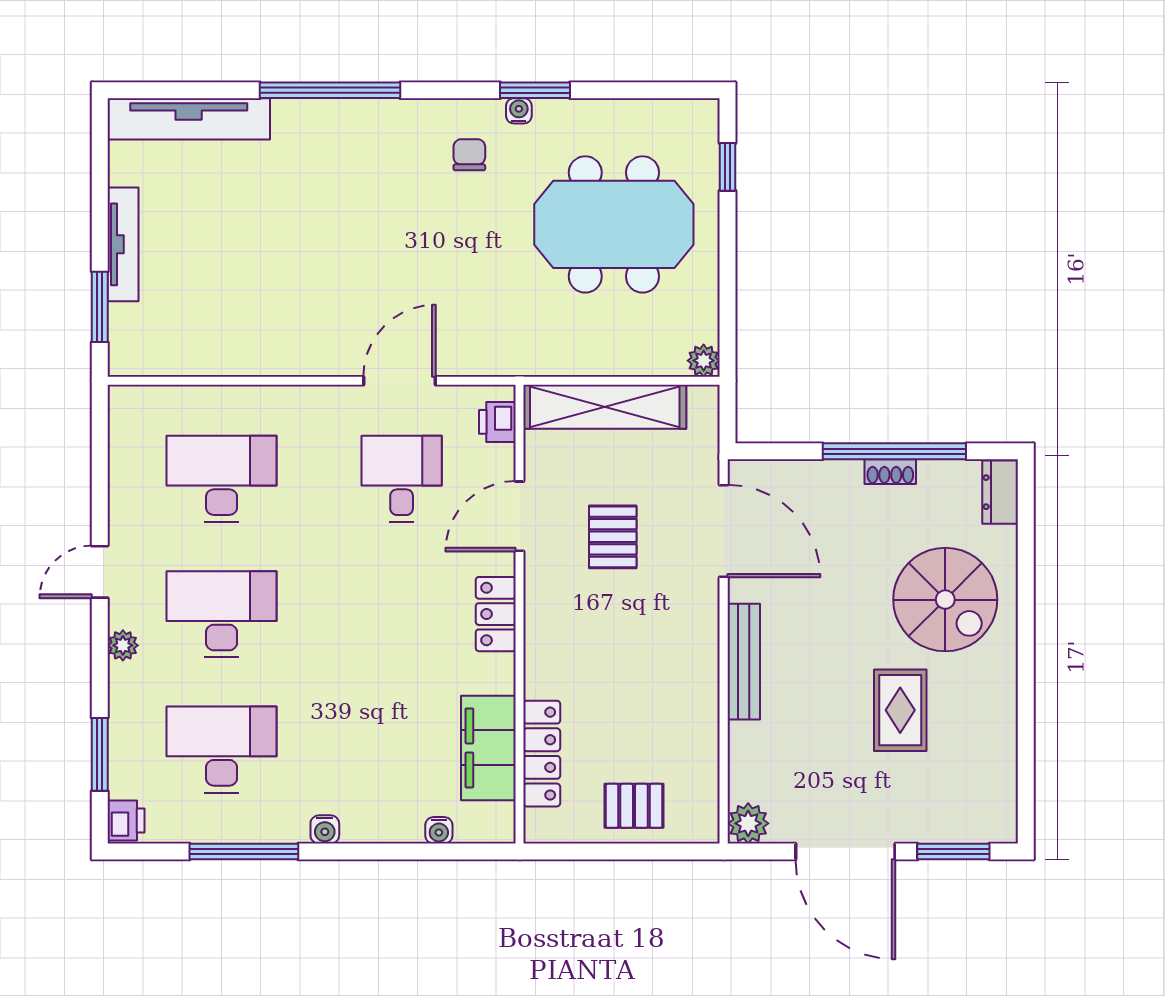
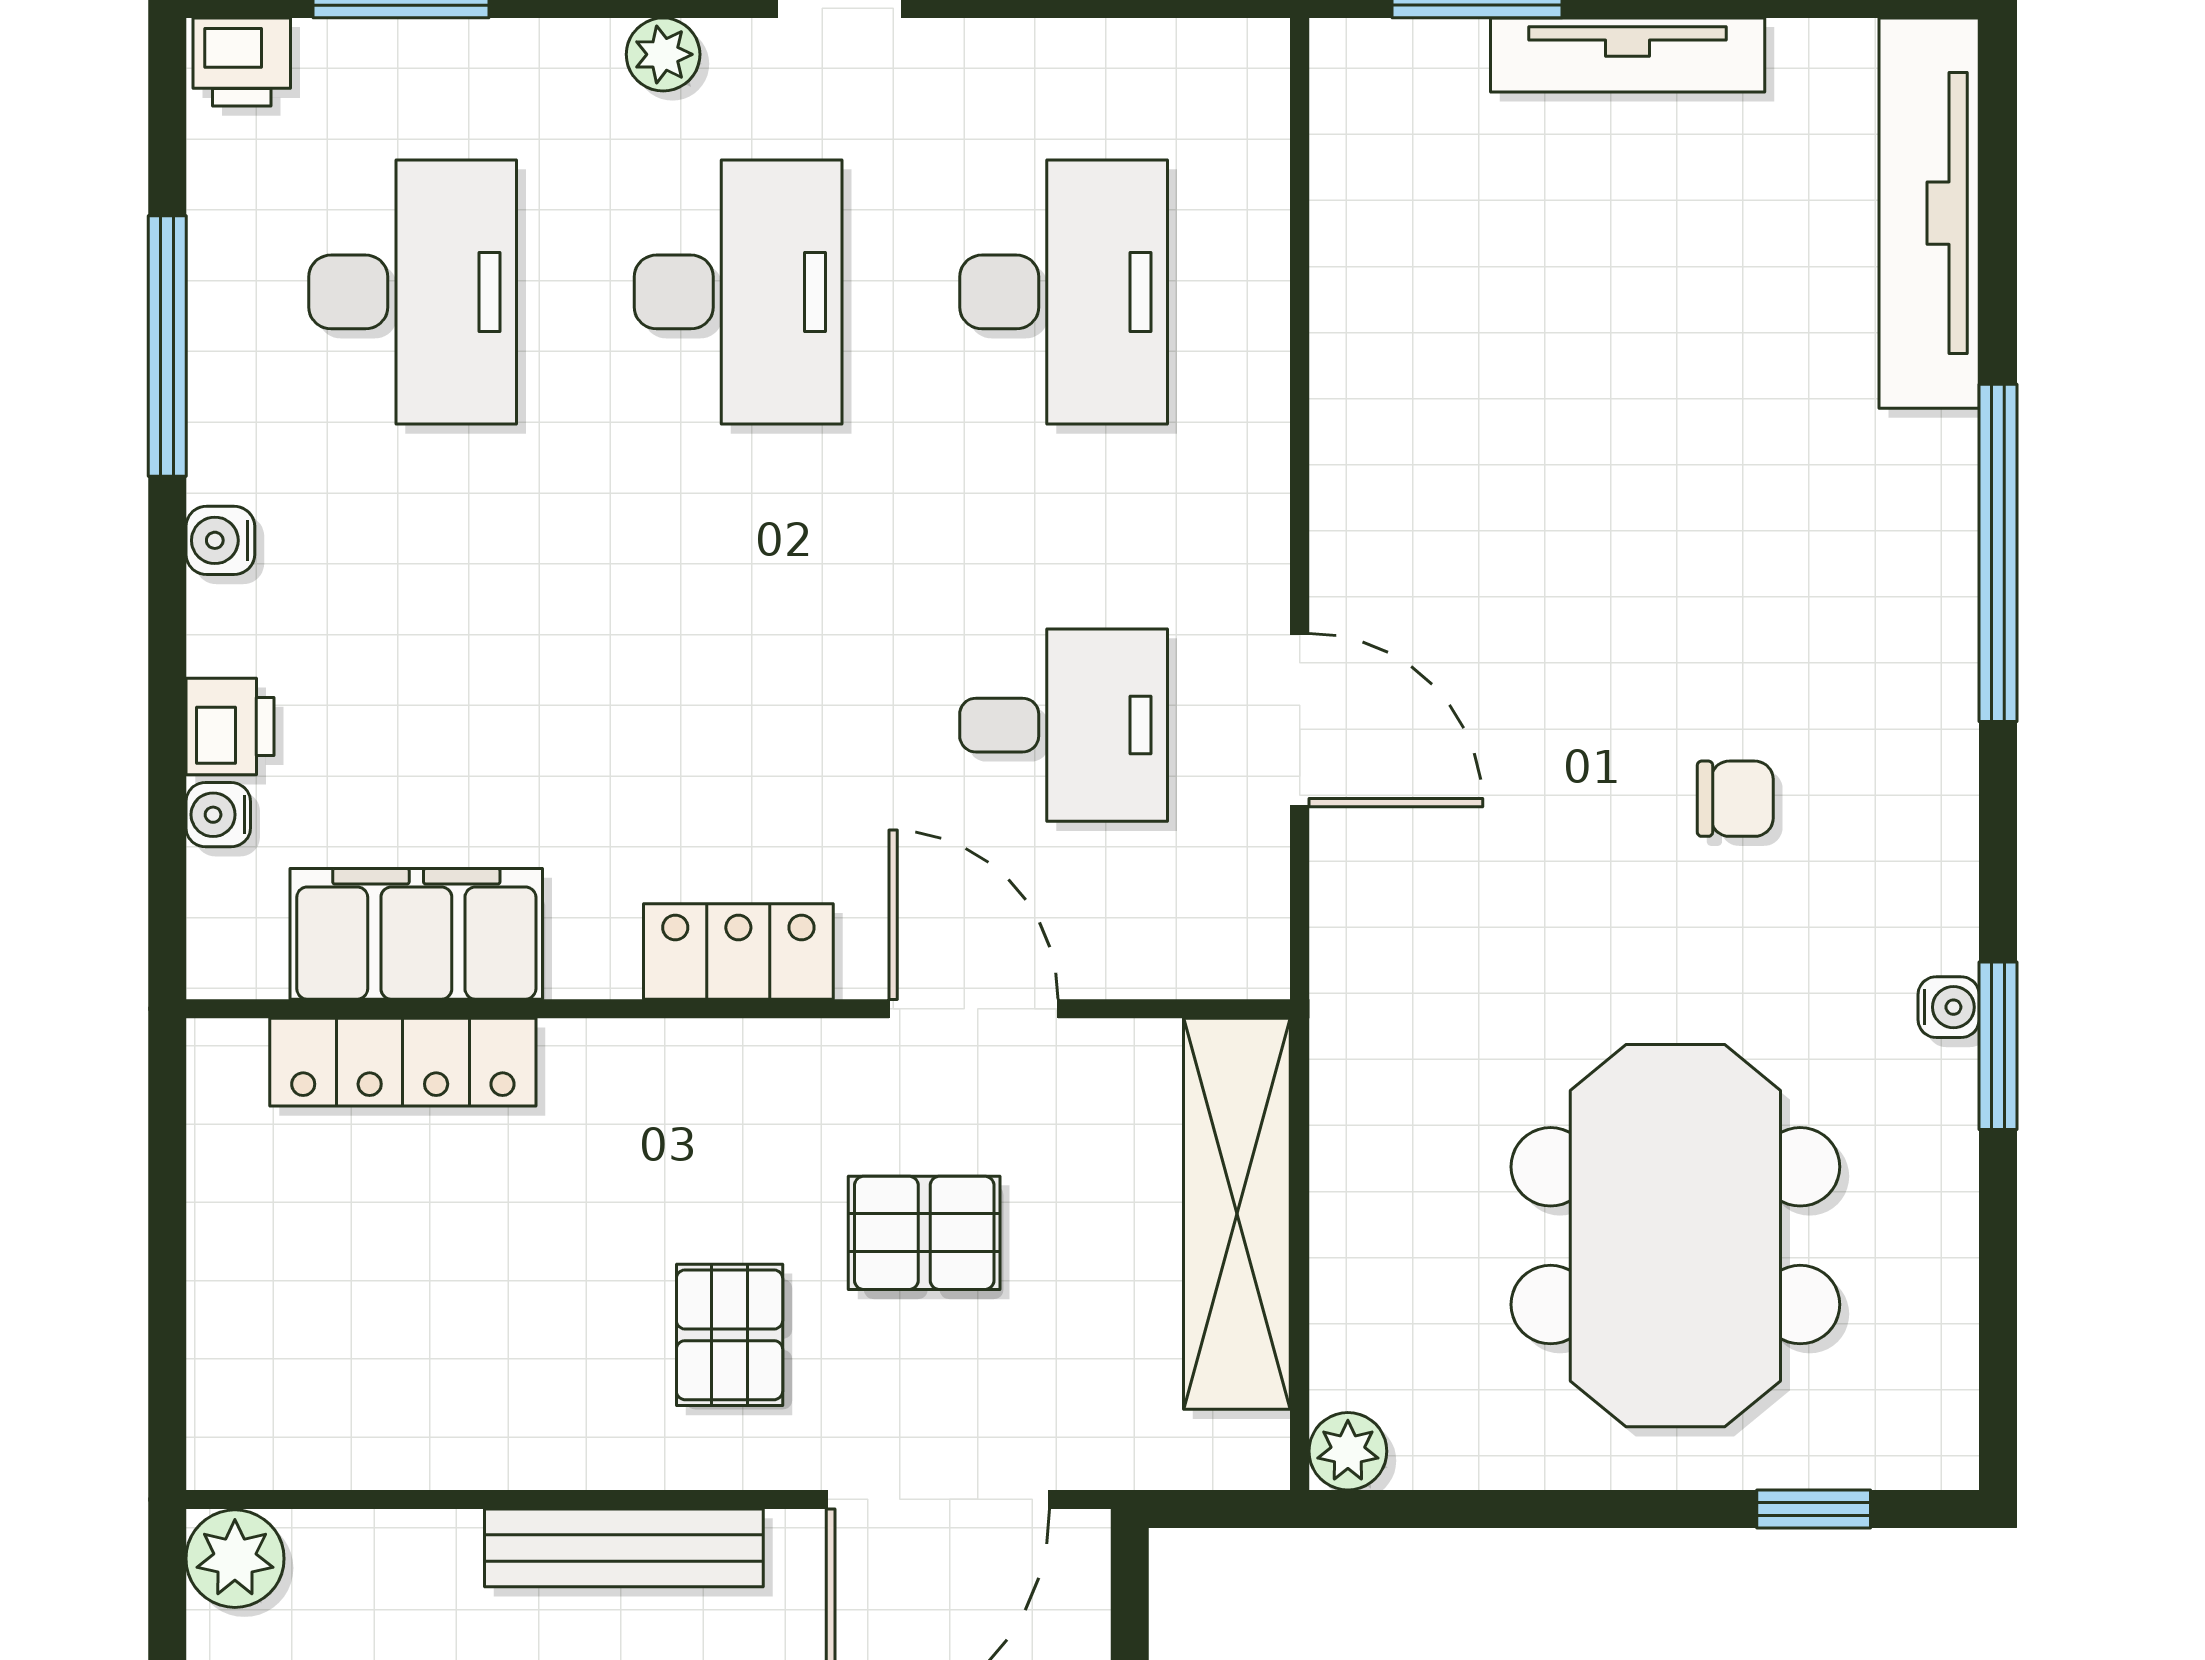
chair: (469, 155) -> (1735, 799), moved
printer: (497, 422) -> (230, 727), moved, turned 90
pallet: (634, 806) -> (730, 1335), moved

